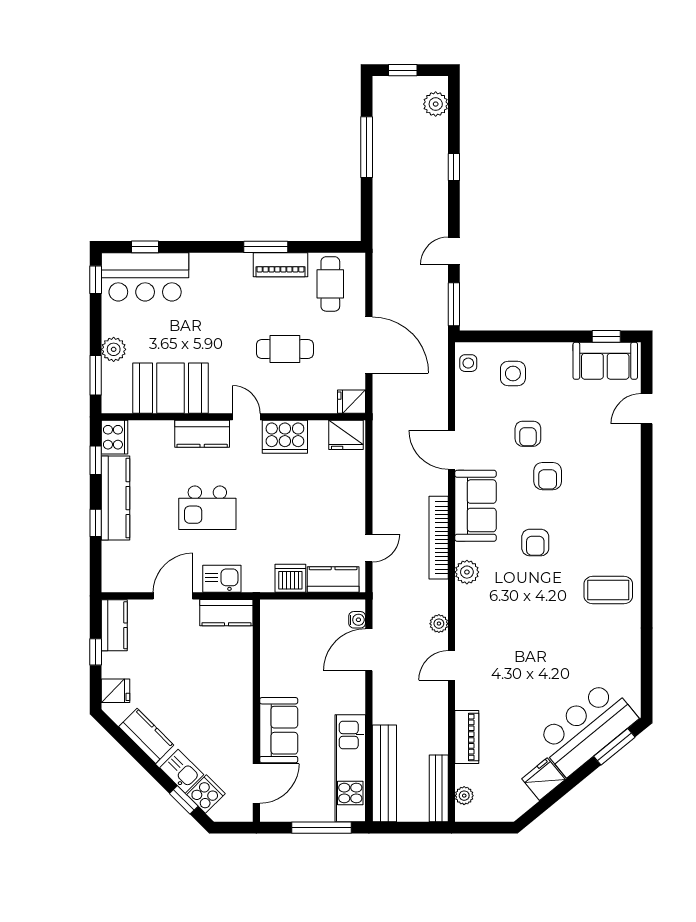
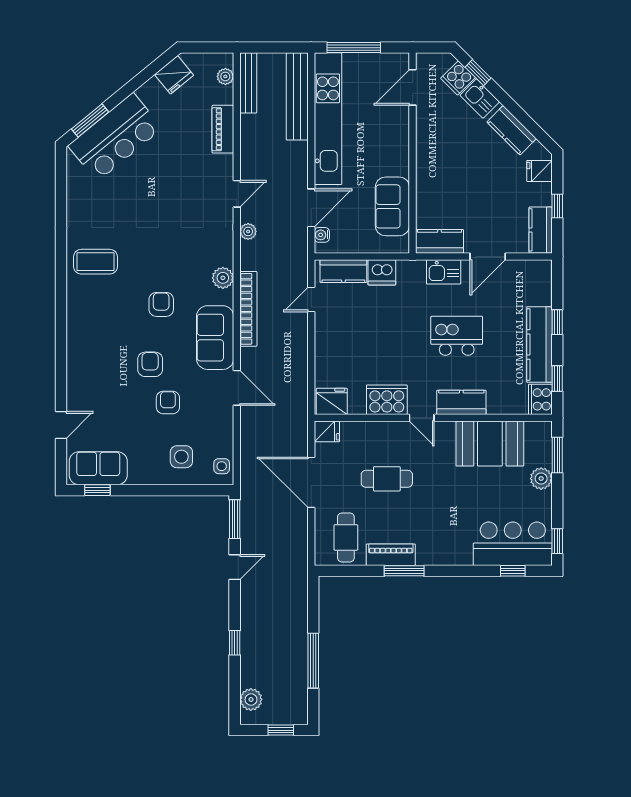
sofa: (279, 730) -> (392, 206), moved
kitchen unit: (350, 768) -> (328, 119), width x1.36
fridge: (543, 779) -> (174, 75), moved

